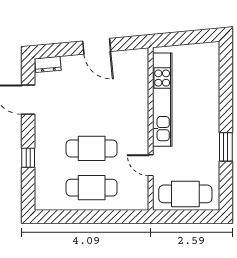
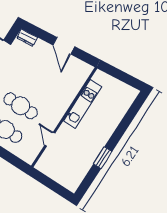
kitchen unit: (162, 100) -> (83, 104), width x0.73
cafe table: (185, 194) -> (60, 170), removed

